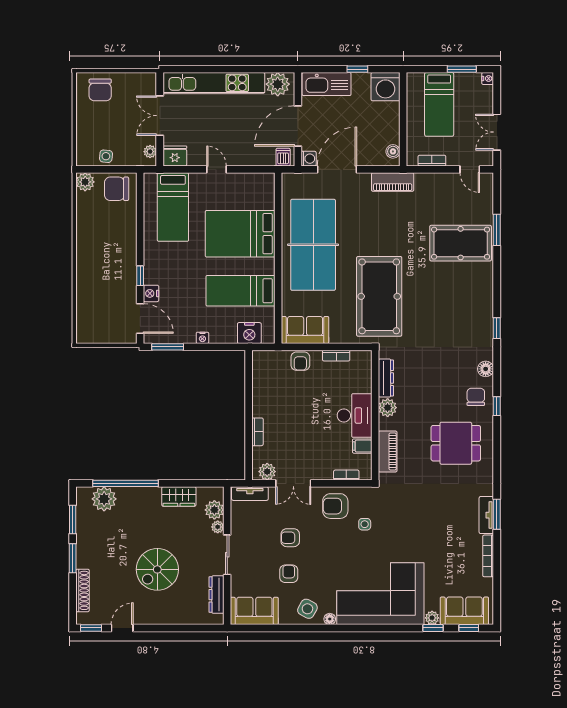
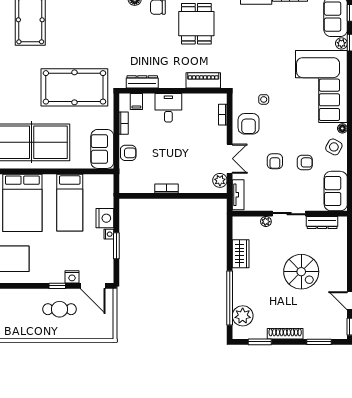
cafe table: (112, 278) -> (59, 309), added
door: (140, 318) -> (93, 286), swing flipped
nightstand: (249, 333) -> (105, 218), moved
window: (168, 347) -> (116, 246), moved
plant: (388, 408) -> (167, 80), removed
desk: (355, 415) -> (168, 108), width x0.73
bookcase: (257, 432) -> (167, 188), moved
filing cabinet: (362, 446) -> (136, 101), moved
plant: (214, 510) -> (252, 224), removed
window: (73, 558) -> (319, 342), moved
armchair: (289, 574) -> (305, 162), turned 180
shoe rack: (83, 590) -> (285, 334), moved

